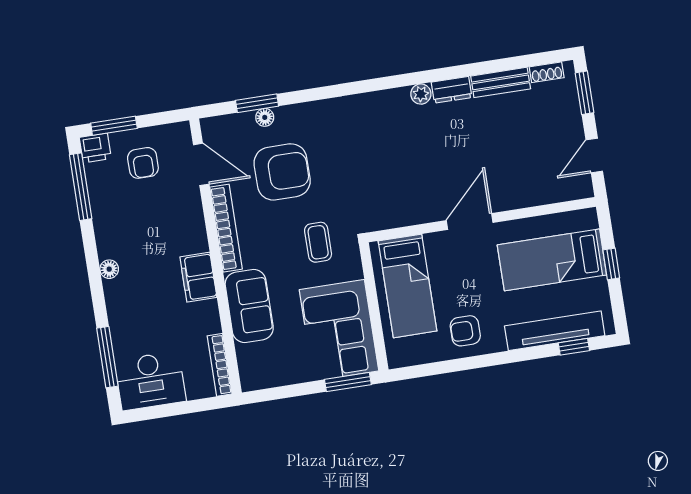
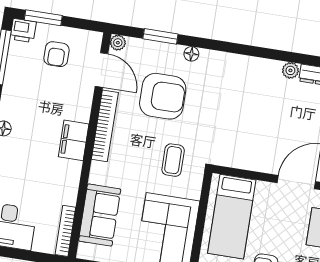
floor lamp: (265, 117) -> (191, 54), moved
plant: (210, 127) -> (118, 43), added
filing cabinet: (198, 277) -> (74, 140), moved
sofa: (249, 306) -> (100, 215), moved

